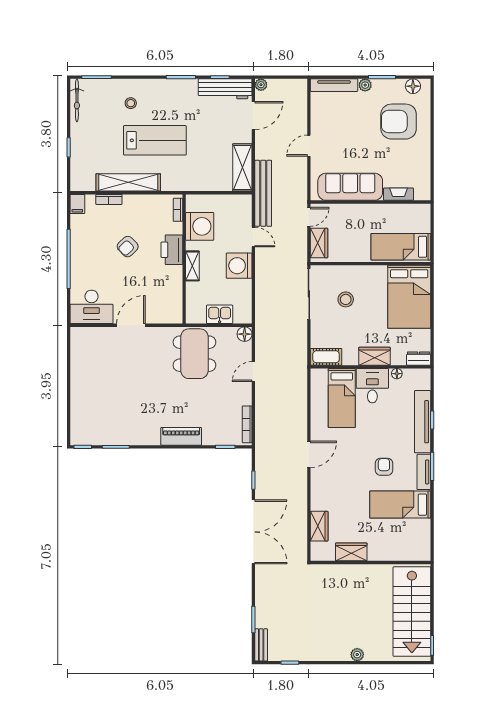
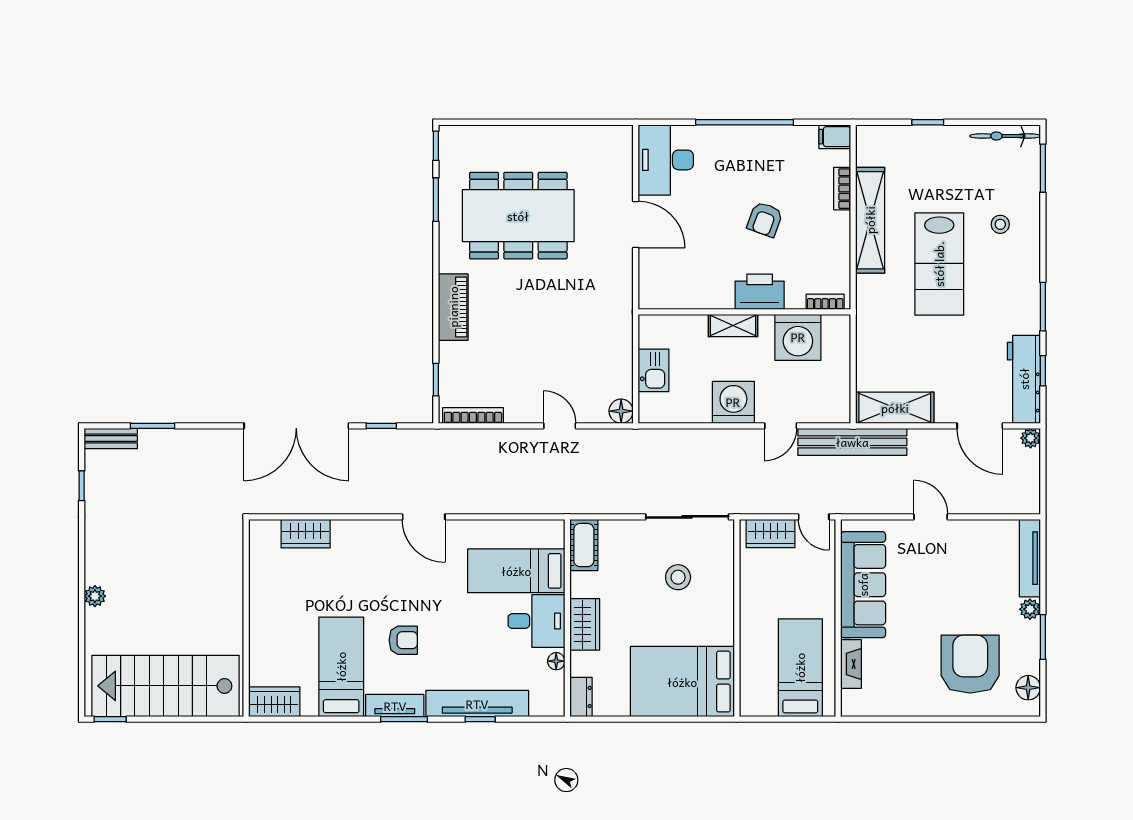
armchair: (128, 247) -> (765, 219), turned -116
bed: (401, 247) -> (800, 668), moved
dining table: (194, 354) -> (518, 216), moved, width x1.36, depth x1.24
wardrobe: (351, 552) -> (274, 702), moved, turned -90

